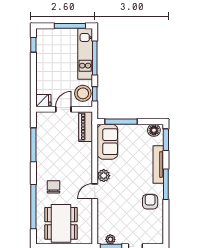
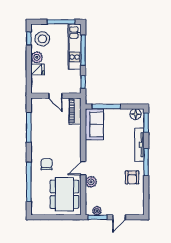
plant: (42, 66) -> (37, 57), added
stool: (83, 93) -> (42, 39), moved
fridge: (43, 101) -> (38, 70), moved
door: (63, 109) -> (55, 96), swing flipped
plant: (104, 176) -> (91, 182), moved
armchair: (150, 202) -> (132, 177), turned 180
dining table: (61, 223) -> (64, 194), moved

